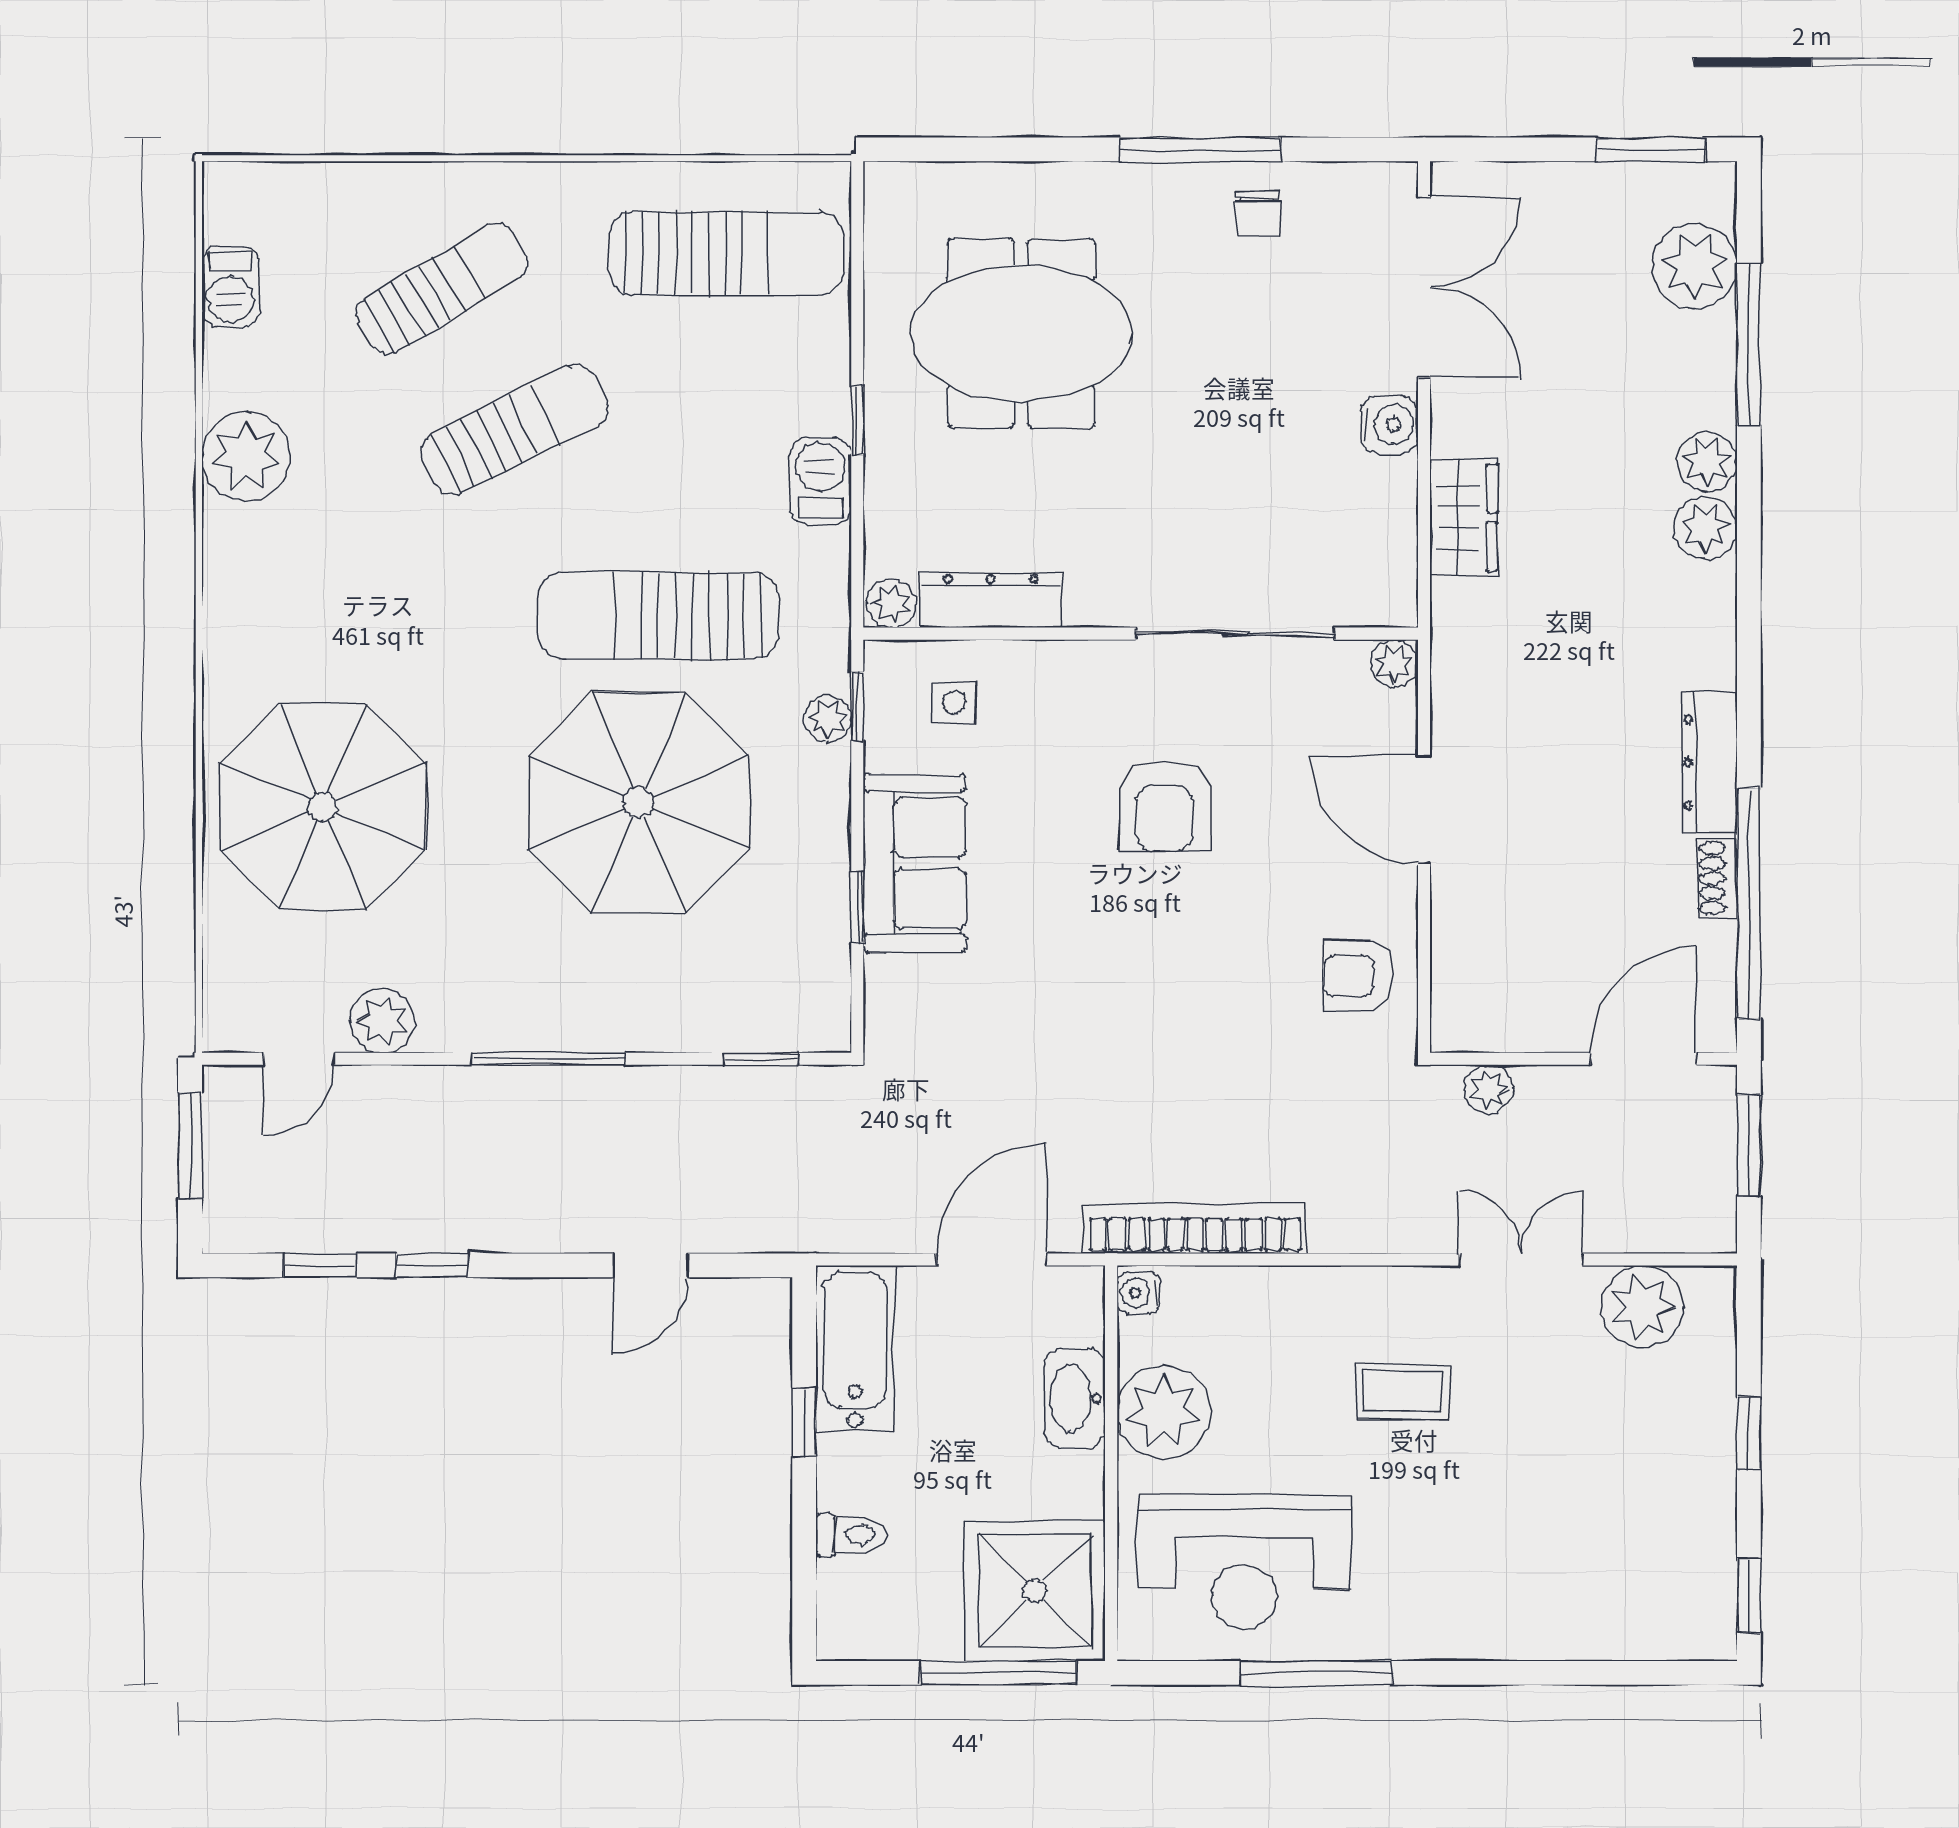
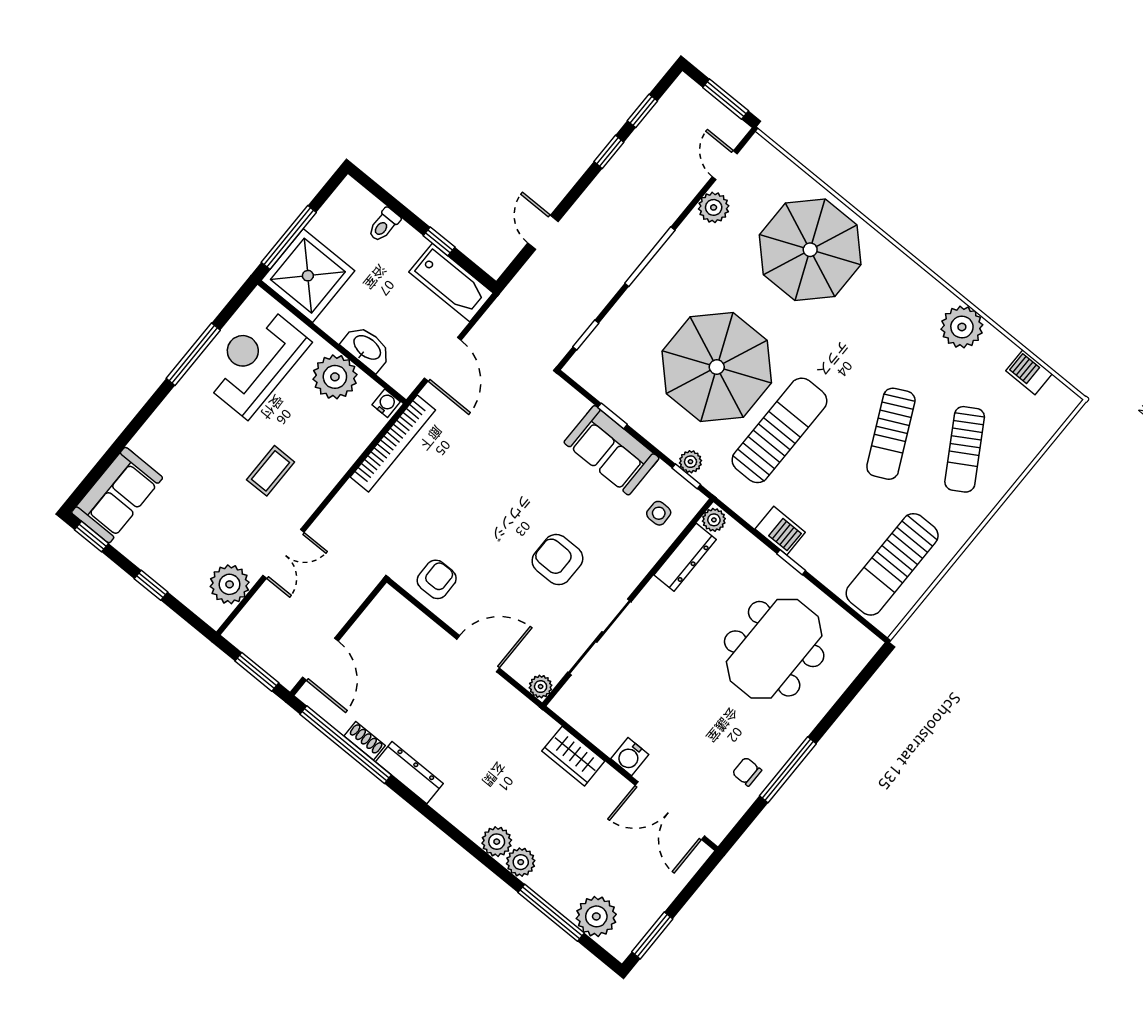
plant: (1489, 1089) -> (356, 593), removed
sofa: (1647, 1609) -> (117, 495), added

